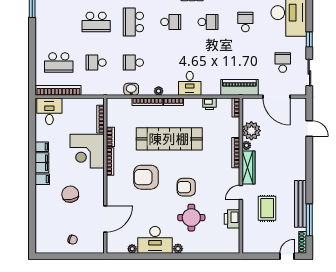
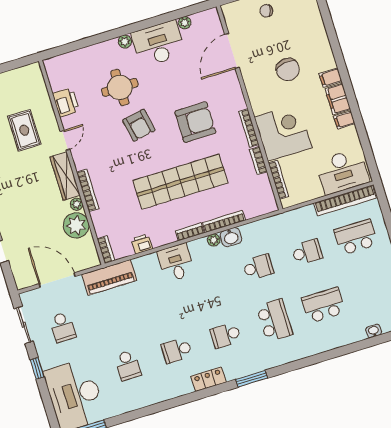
washbasin: (131, 89) -> (231, 237), moved
desk: (49, 111) -> (342, 171), width x1.37
armchair: (186, 187) -> (139, 125), turned 79

